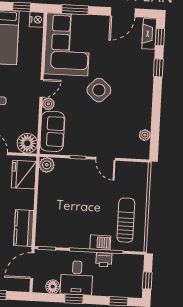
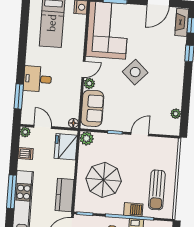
floor lamp: (27, 143) -> (73, 123), width x0.53, depth x0.53
door: (106, 159) -> (140, 134), swing flipped
parasol: (67, 210) -> (104, 180), added
sun lounger: (126, 220) -> (157, 190), turned 180

